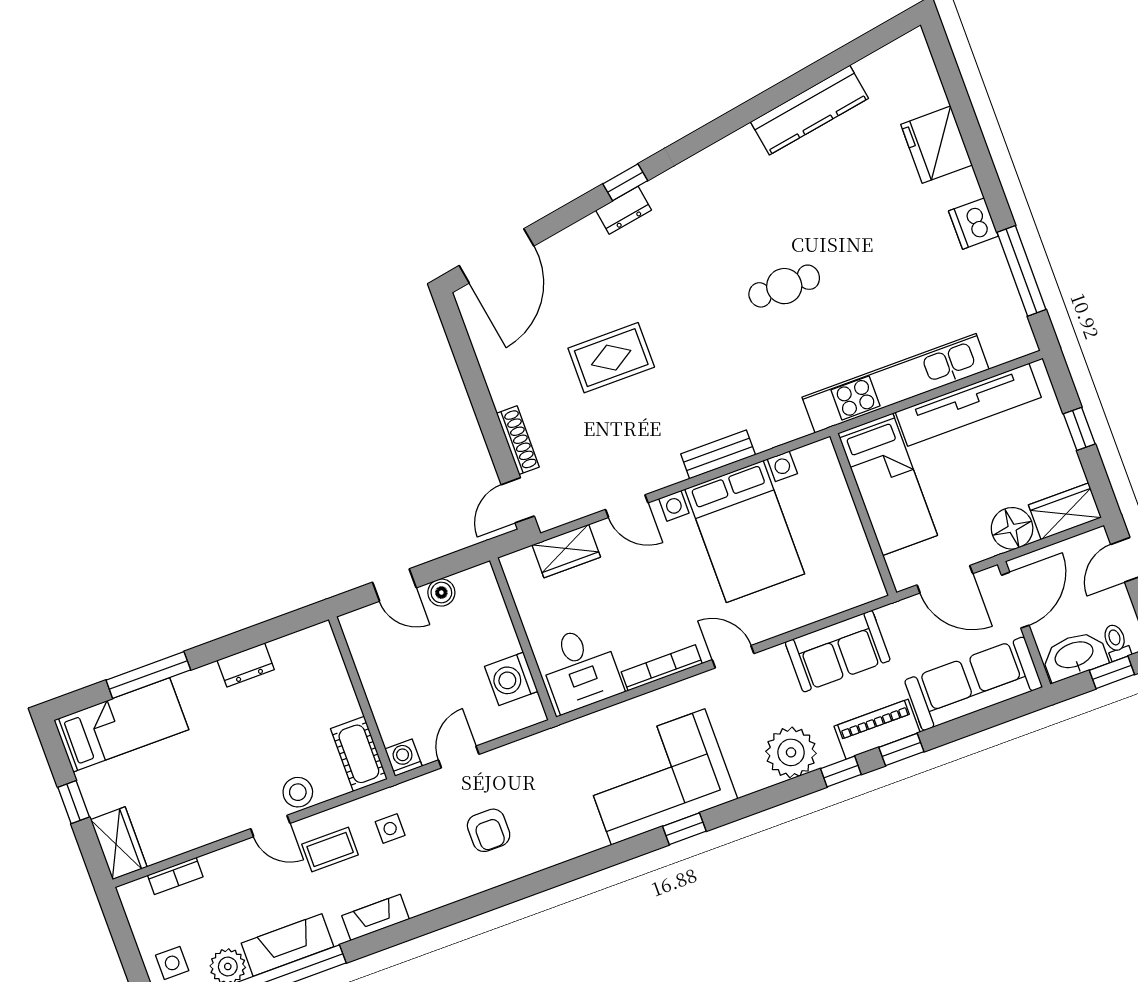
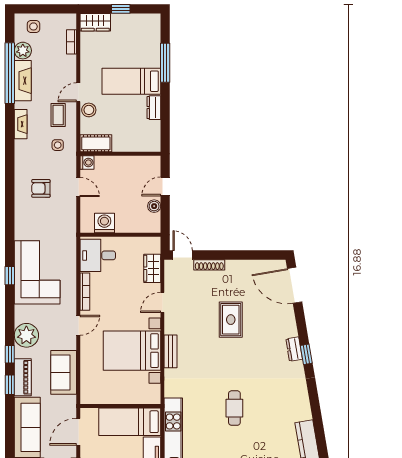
bed: (121, 725) -> (131, 81), moved, turned 90

